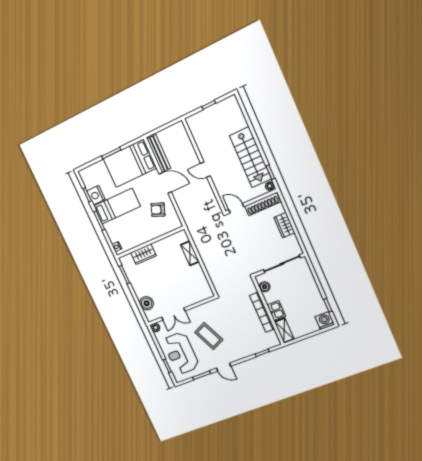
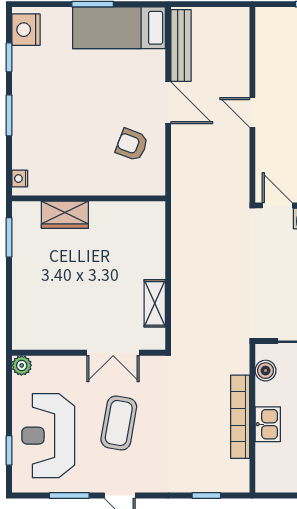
bed: (130, 163) -> (119, 28), width x0.67
nightstand: (96, 195) -> (26, 30), moved
bed: (117, 206) -> (57, 104), removed
shelving: (190, 253) -> (155, 303), moved
boiler: (147, 303) -> (26, 311), removed
double door: (173, 314) -> (113, 353), moved
shelving: (284, 330) -> (266, 468), removed
coffee table: (209, 336) -> (119, 423), turned 34

